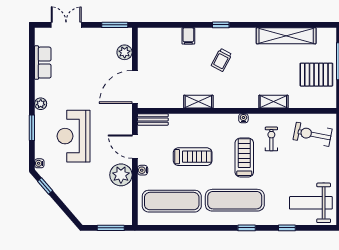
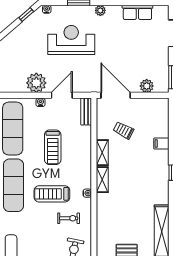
trolley: (222, 60) -> (123, 130), moved
shelving: (273, 102) -> (102, 180), moved
treadmill: (244, 157) -> (52, 194), turned 180

